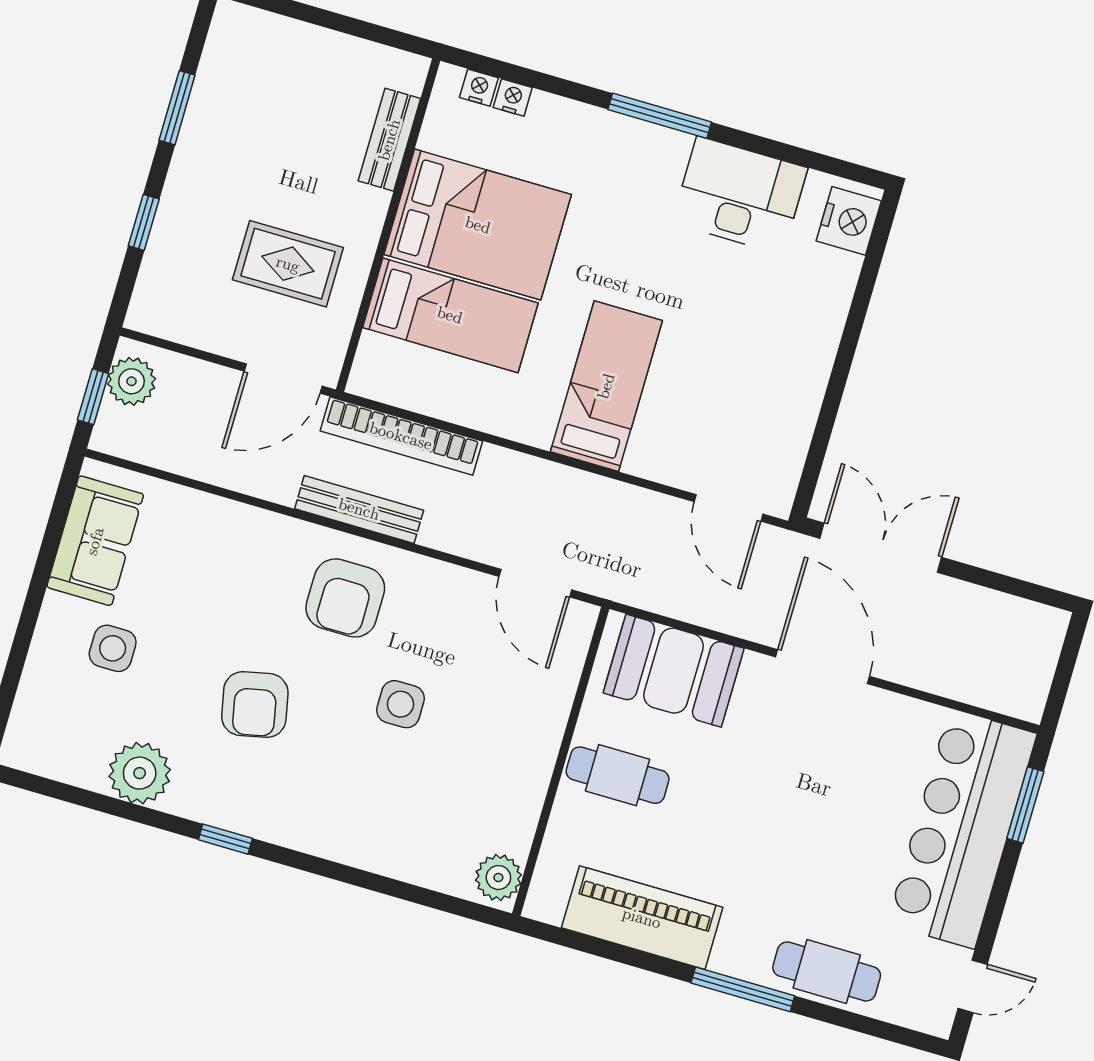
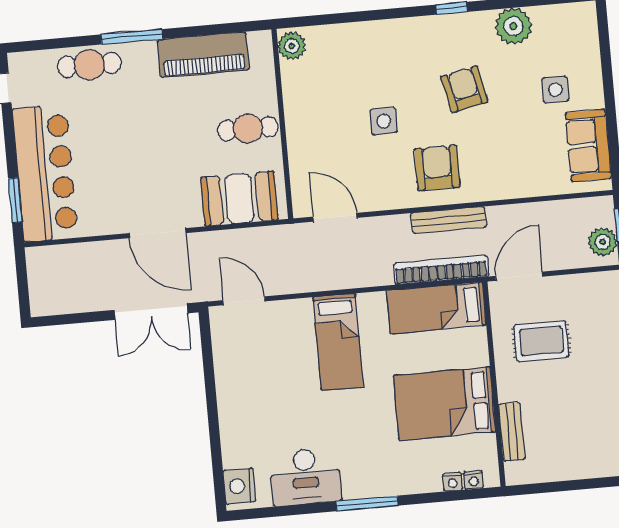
bed: (450, 315) -> (436, 308), moved

